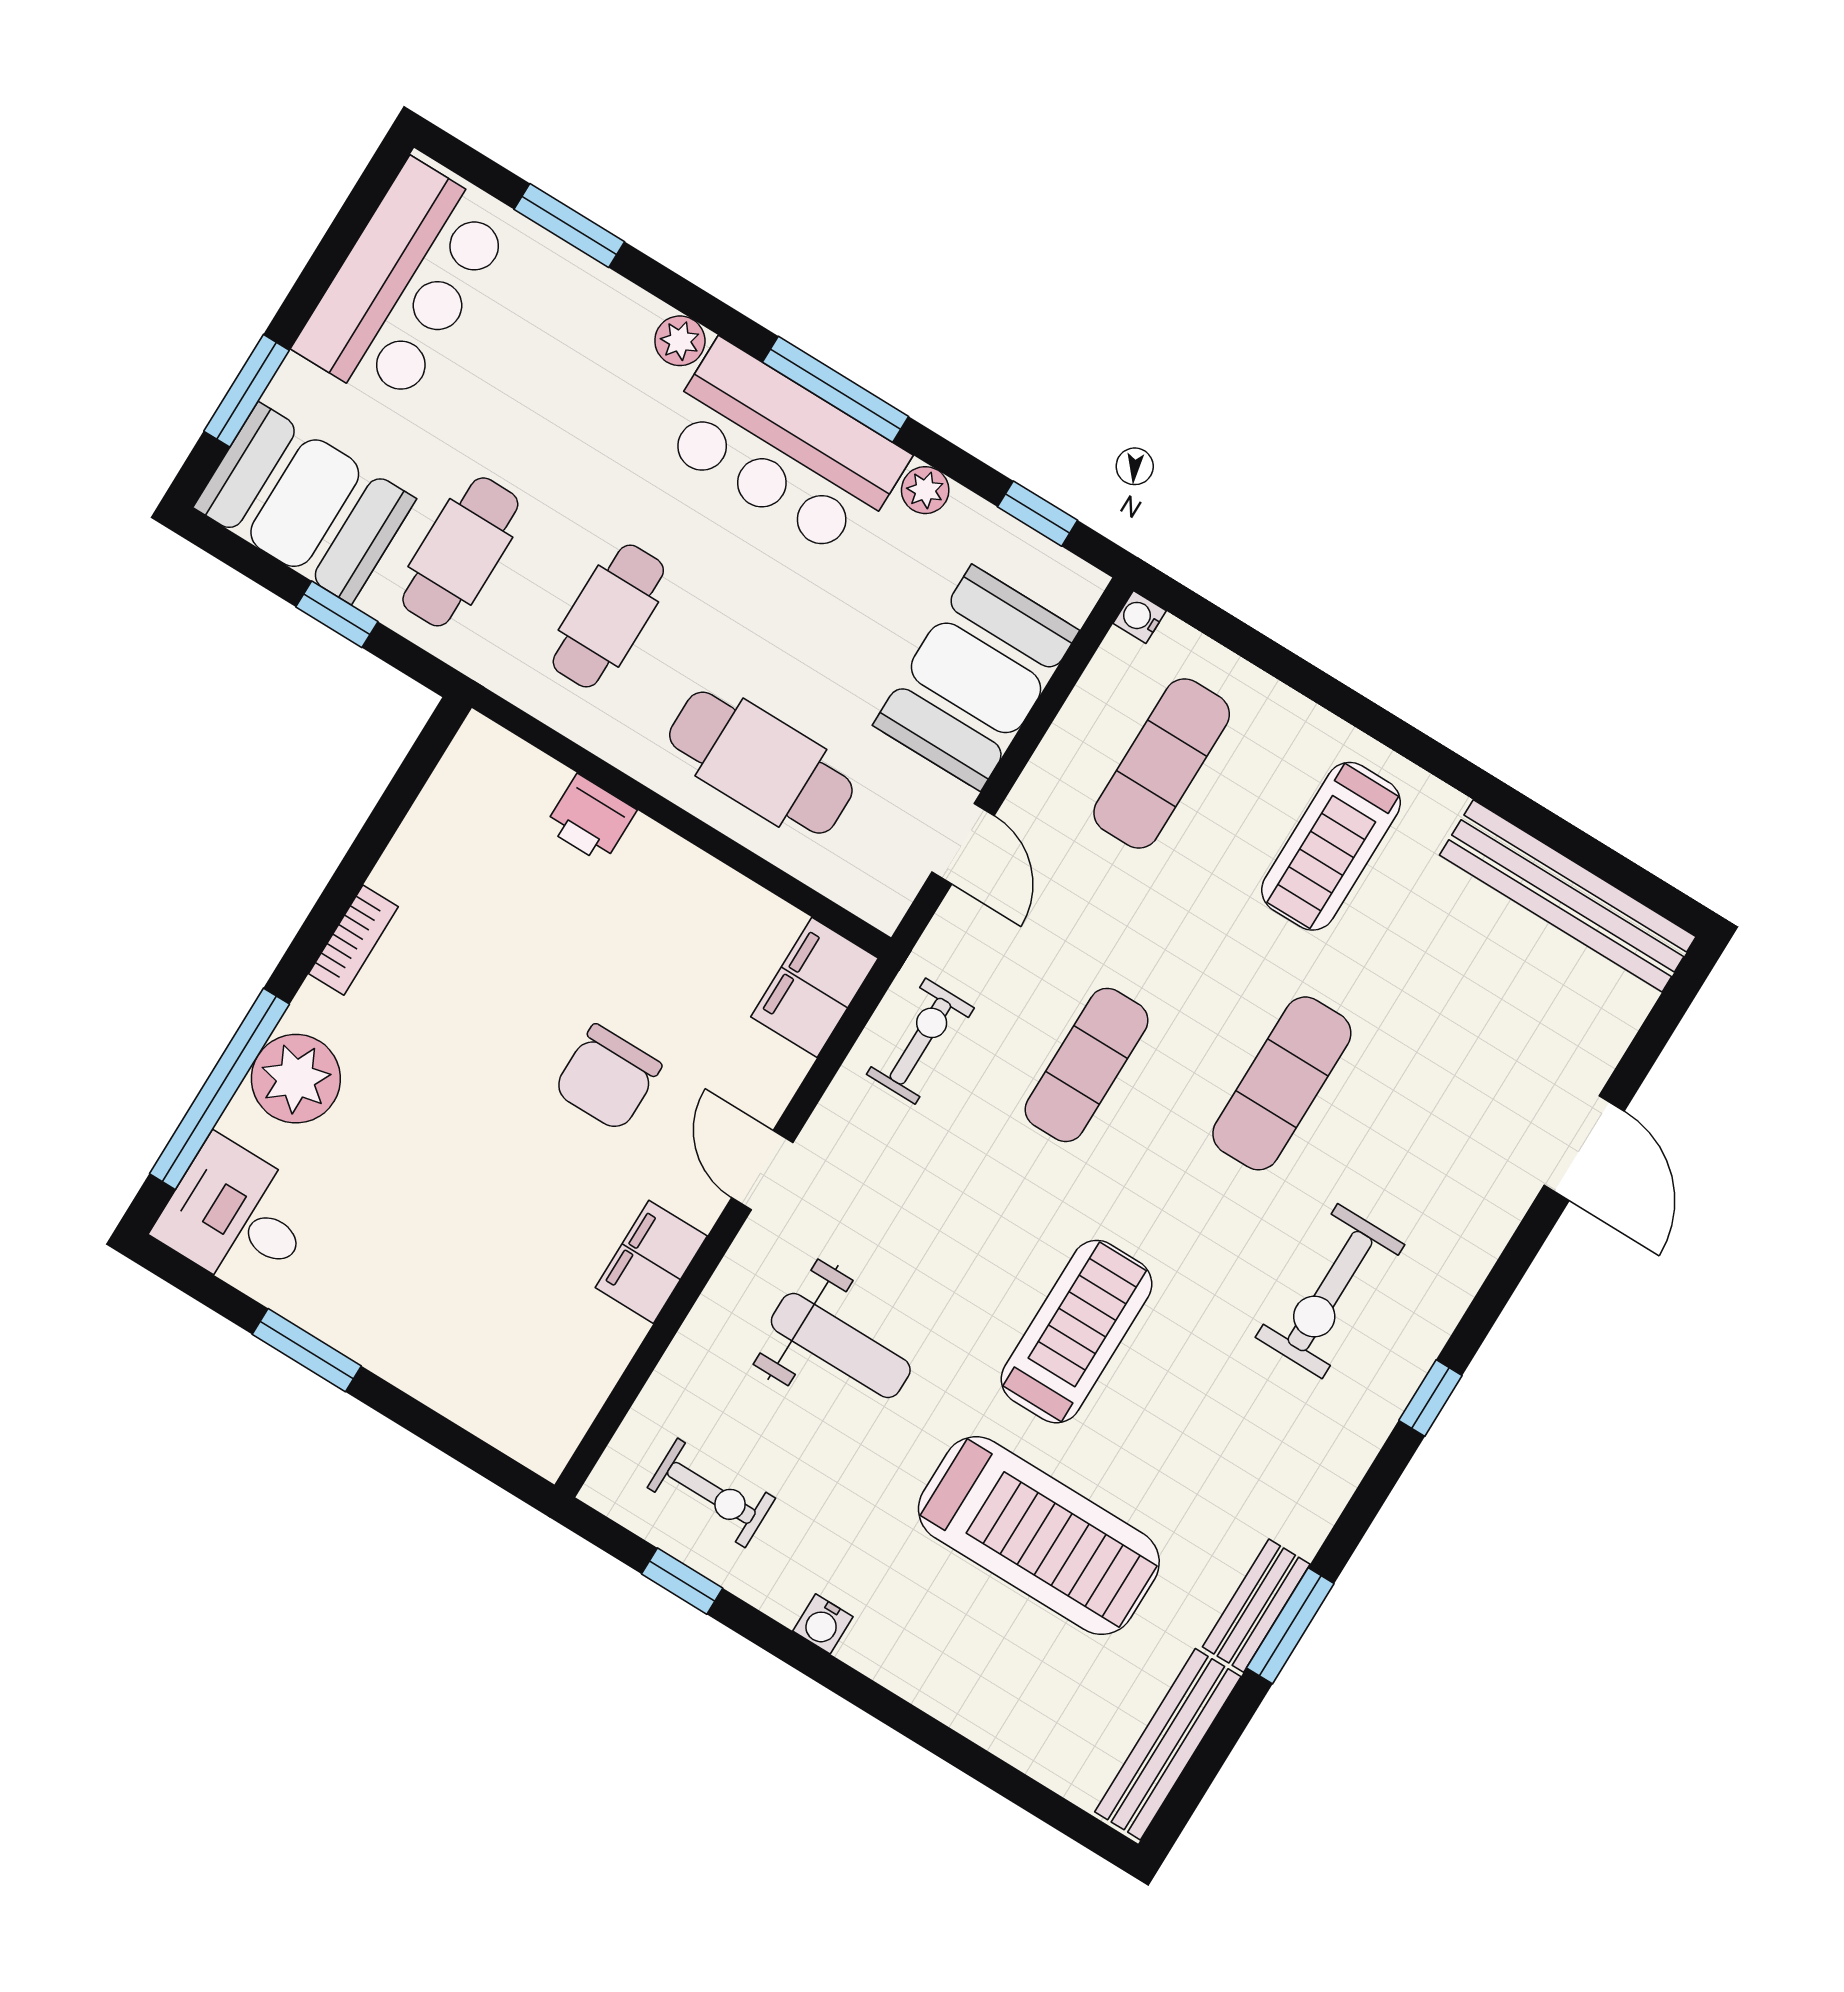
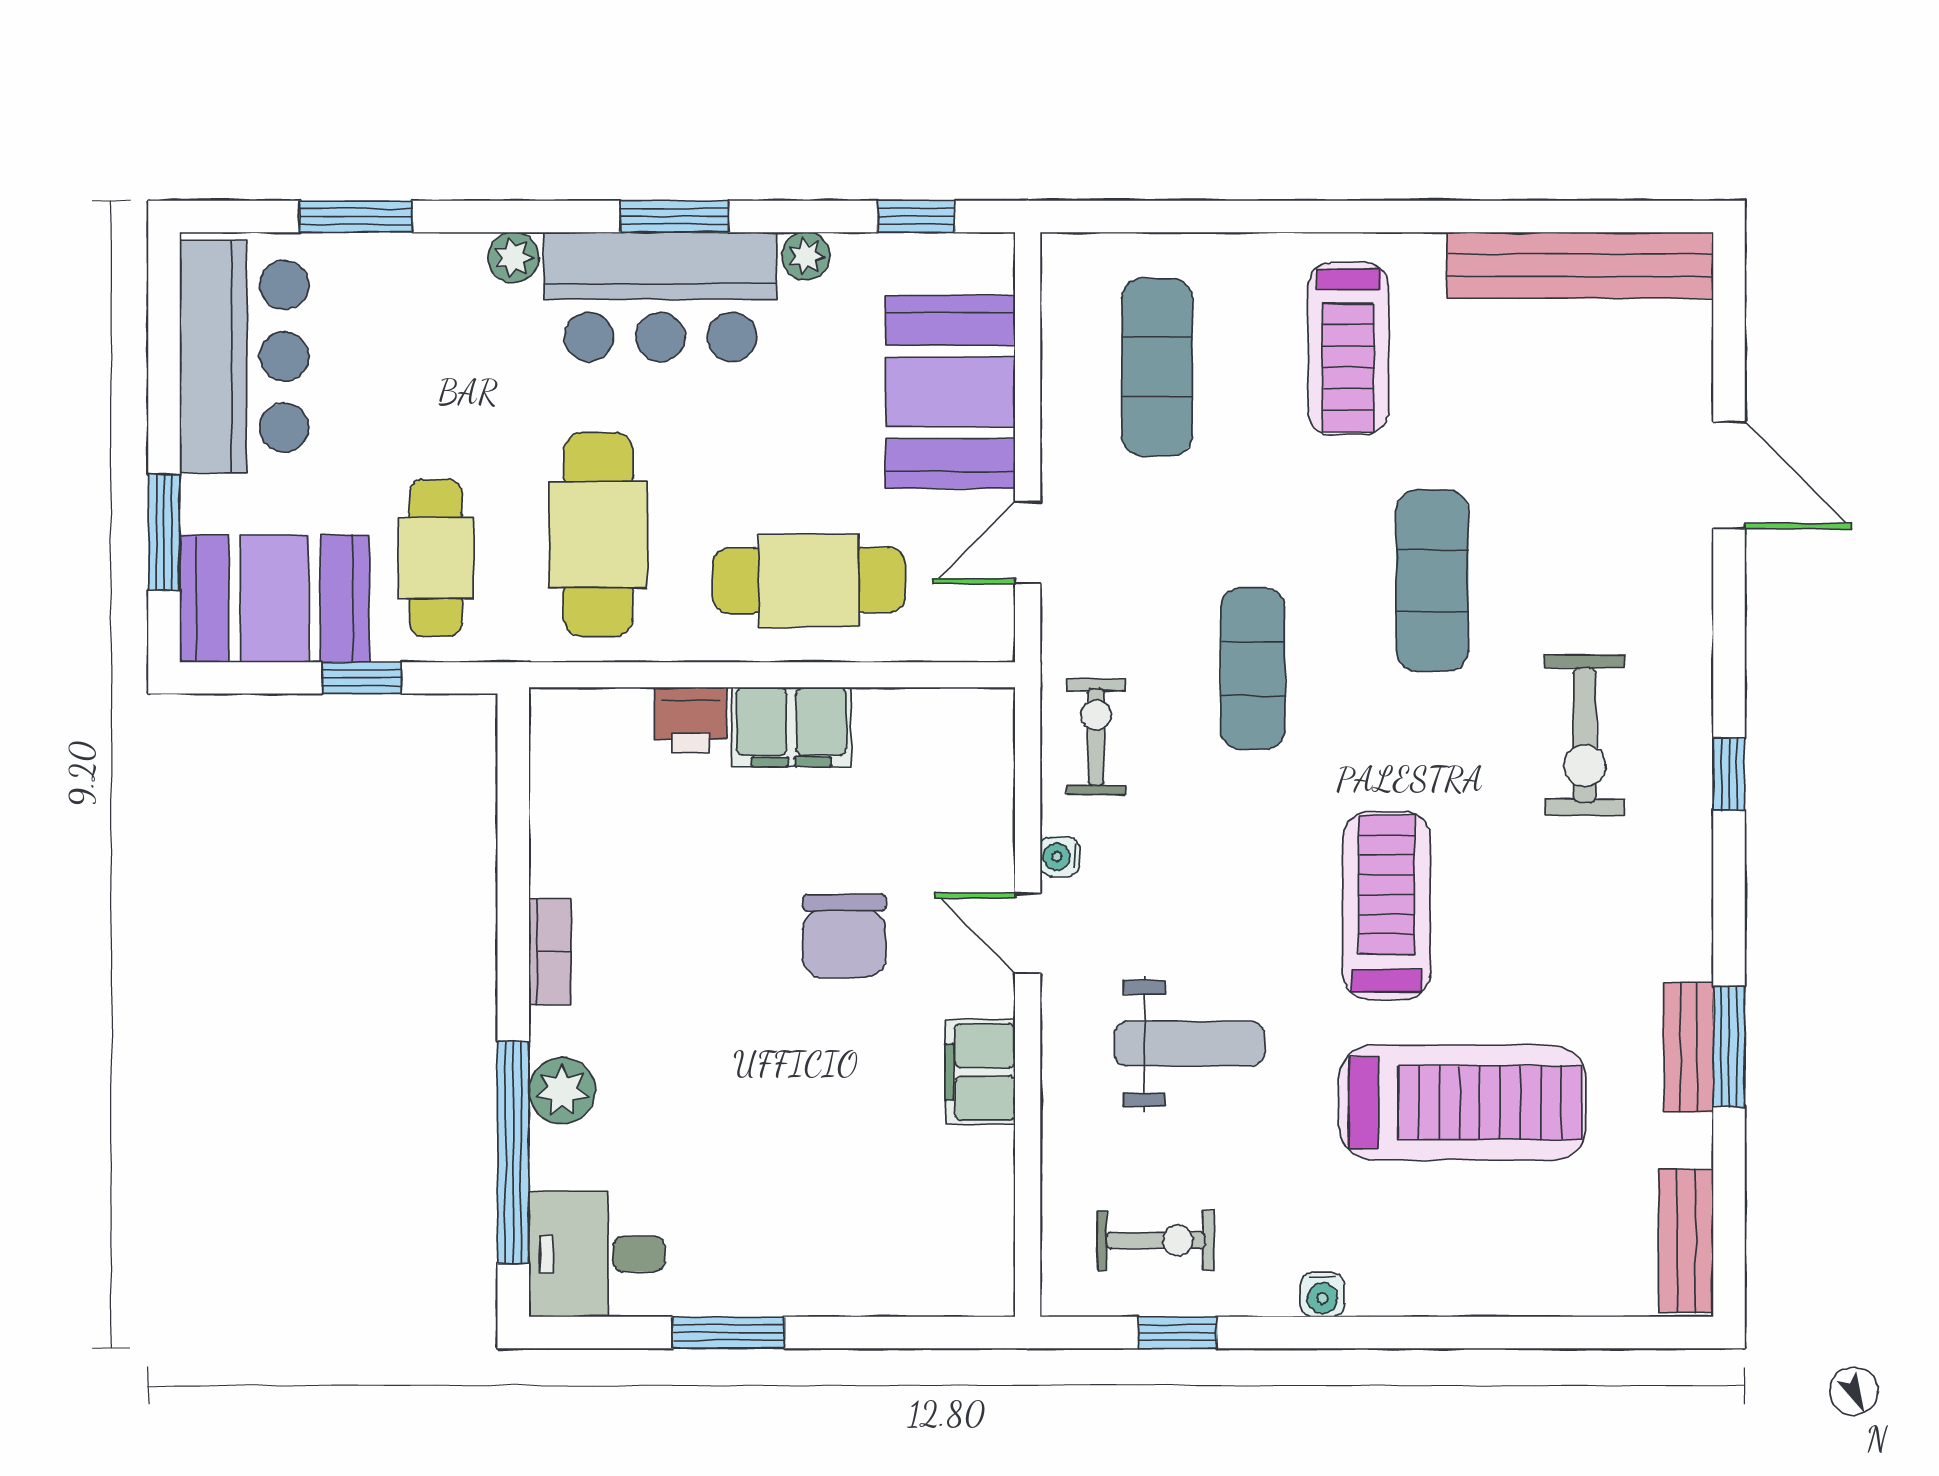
window: (836, 389) -> (674, 216), width x0.69
cafe table: (608, 616) -> (598, 535), width x1.37, depth x1.35
water cooler: (1140, 617) -> (1060, 857), moved
door: (963, 844) -> (1028, 543), swing flipped
filing cabinet: (815, 987) -> (791, 727), moved, turned -90
plant: (296, 1079) -> (562, 1091), width x0.73, depth x0.73
bench: (1168, 1744) -> (1686, 1241), width x0.73

